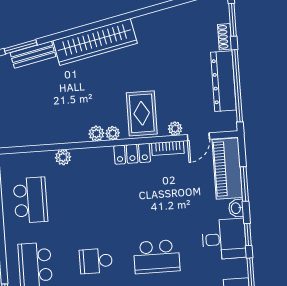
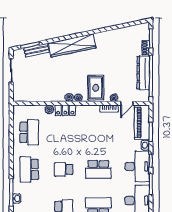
locker: (132, 154) -> (65, 110), moved
desk: (224, 239) -> (137, 166), width x1.37

